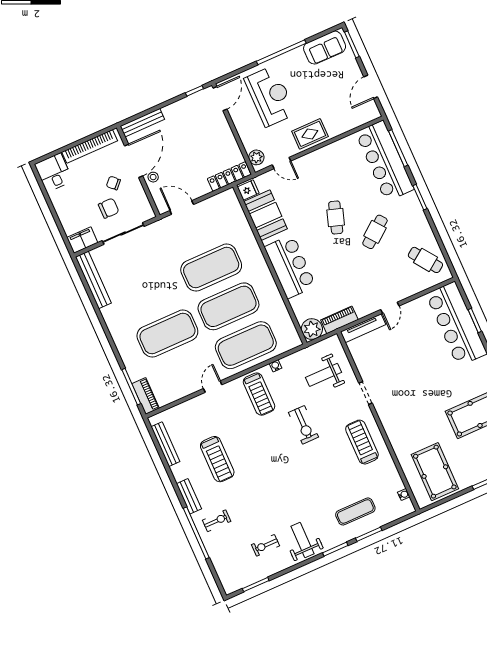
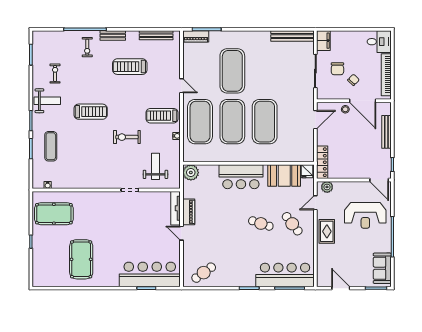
bench: (142, 123) -> (386, 132), moved
cafe table: (375, 232) -> (292, 224), moved
piano: (339, 320) -> (189, 212), moved
treadmill: (362, 442) -> (91, 112), moved

